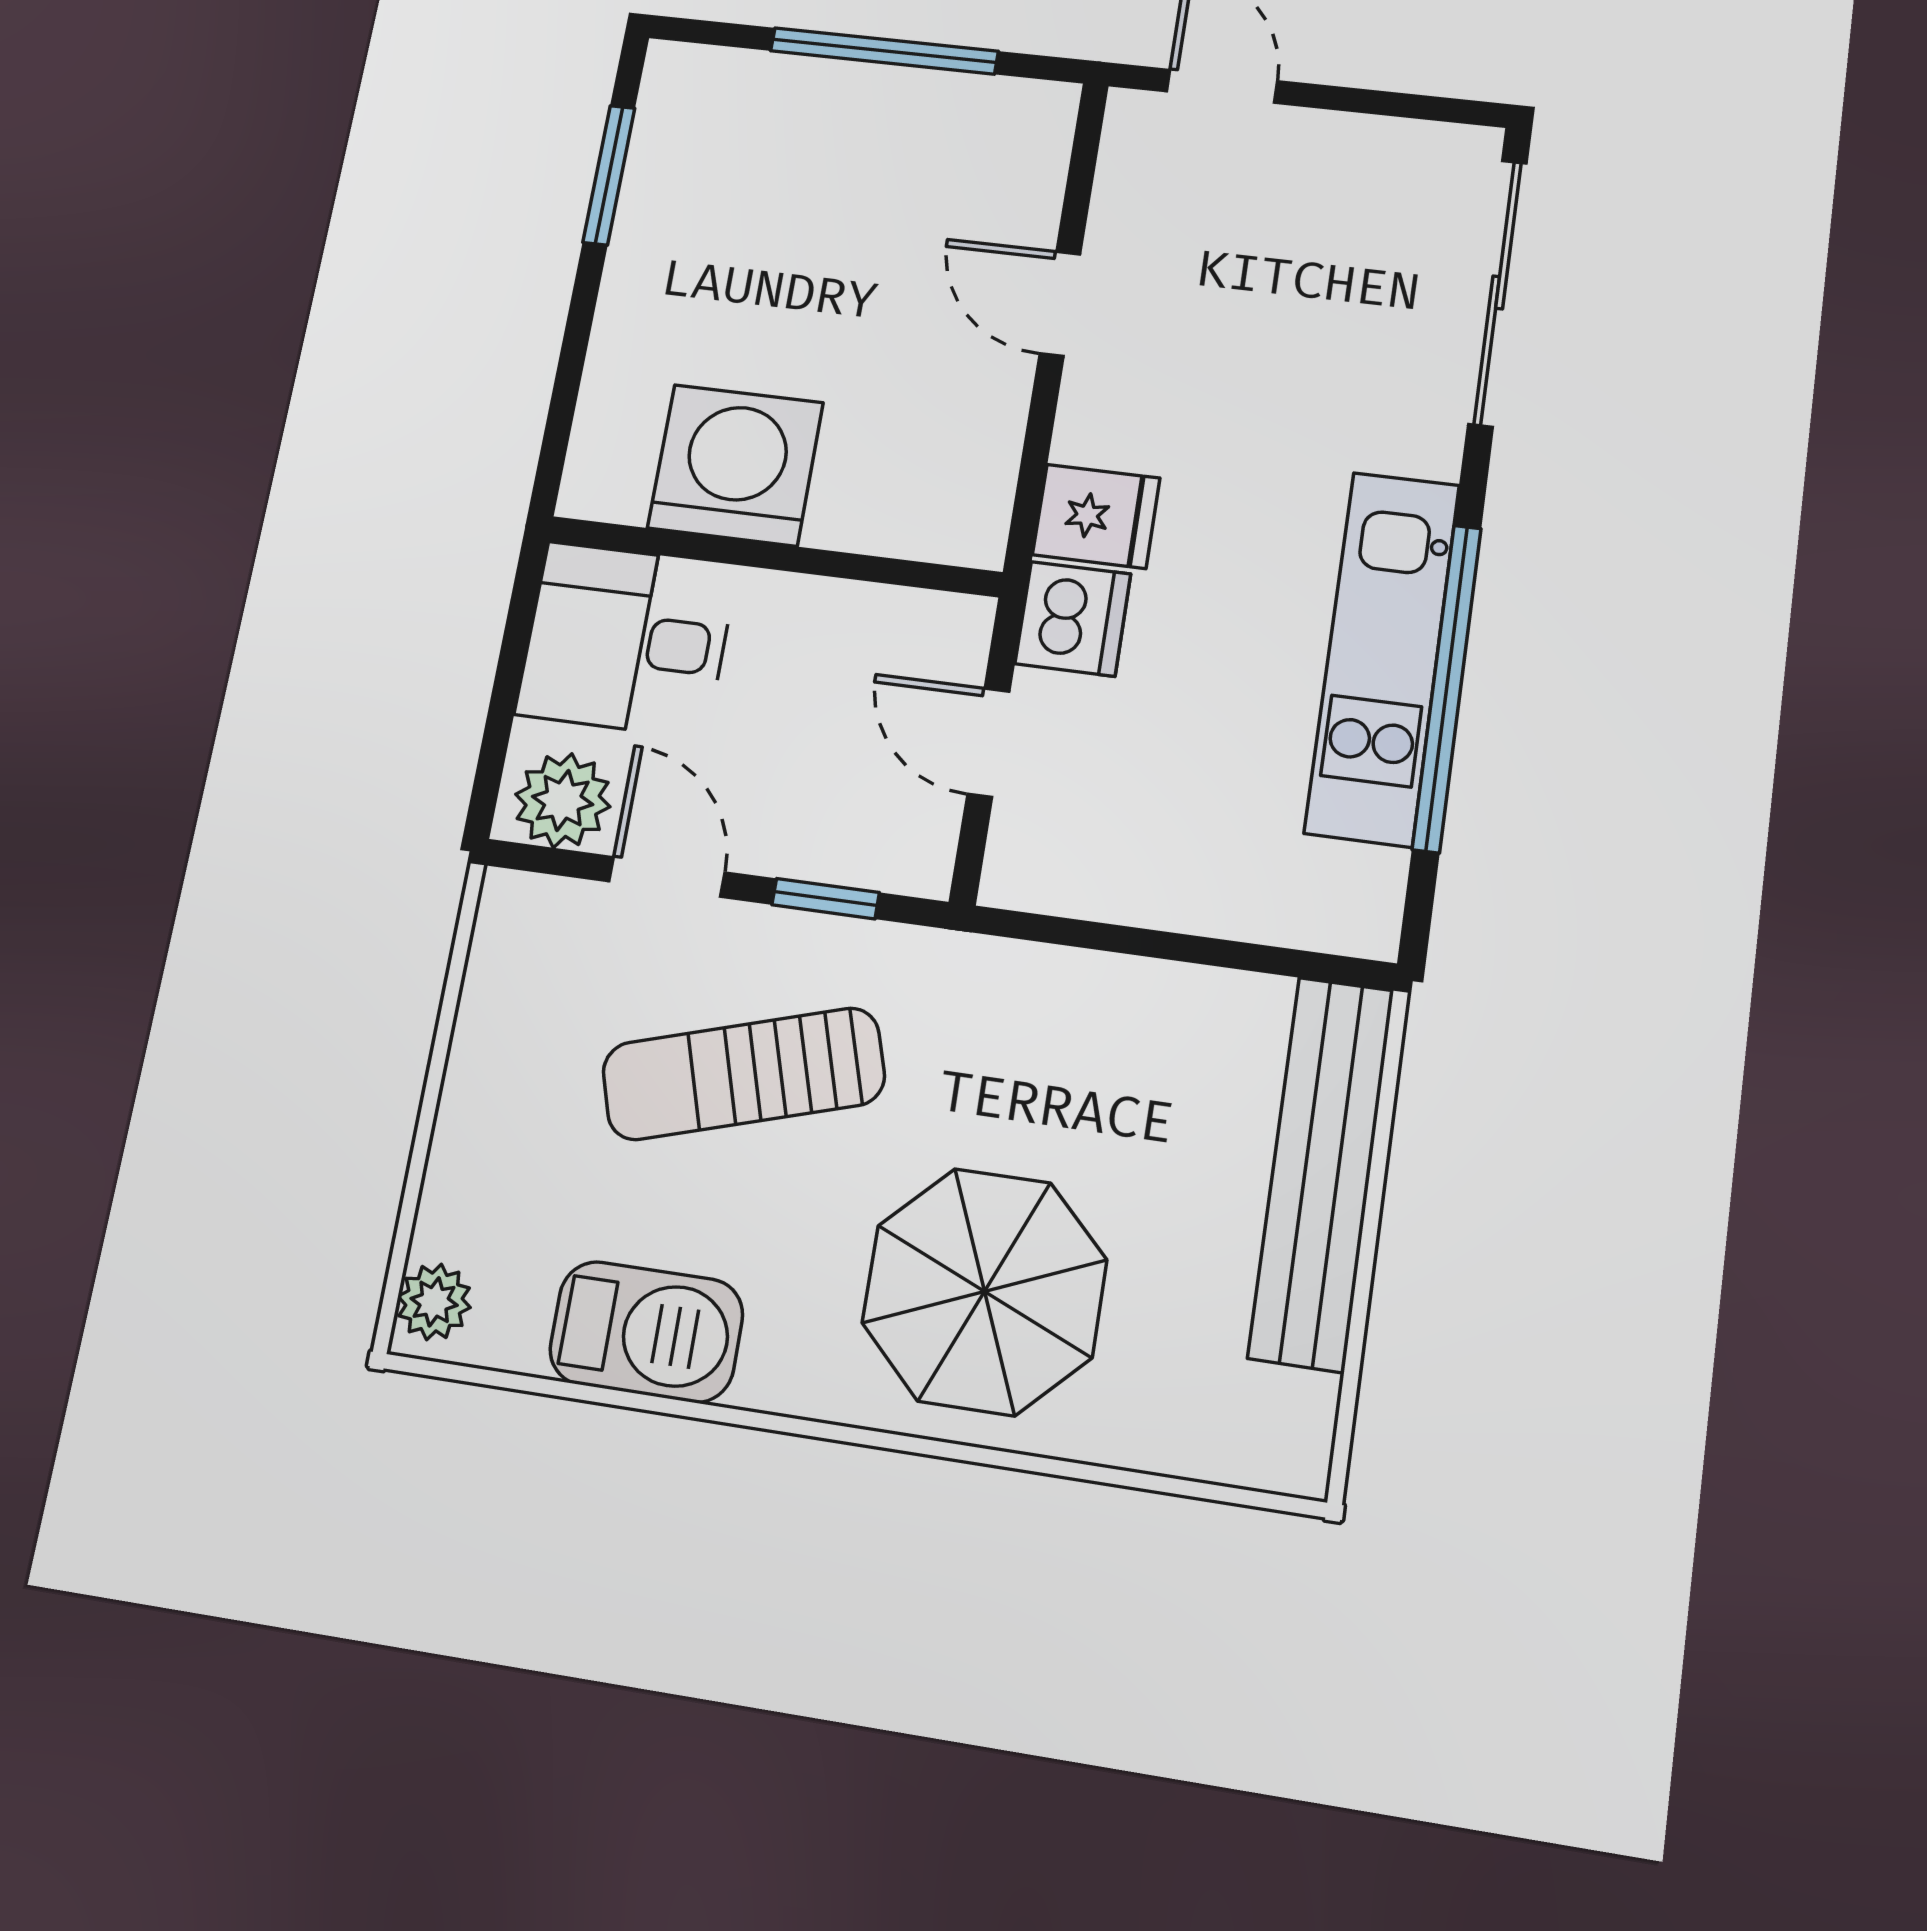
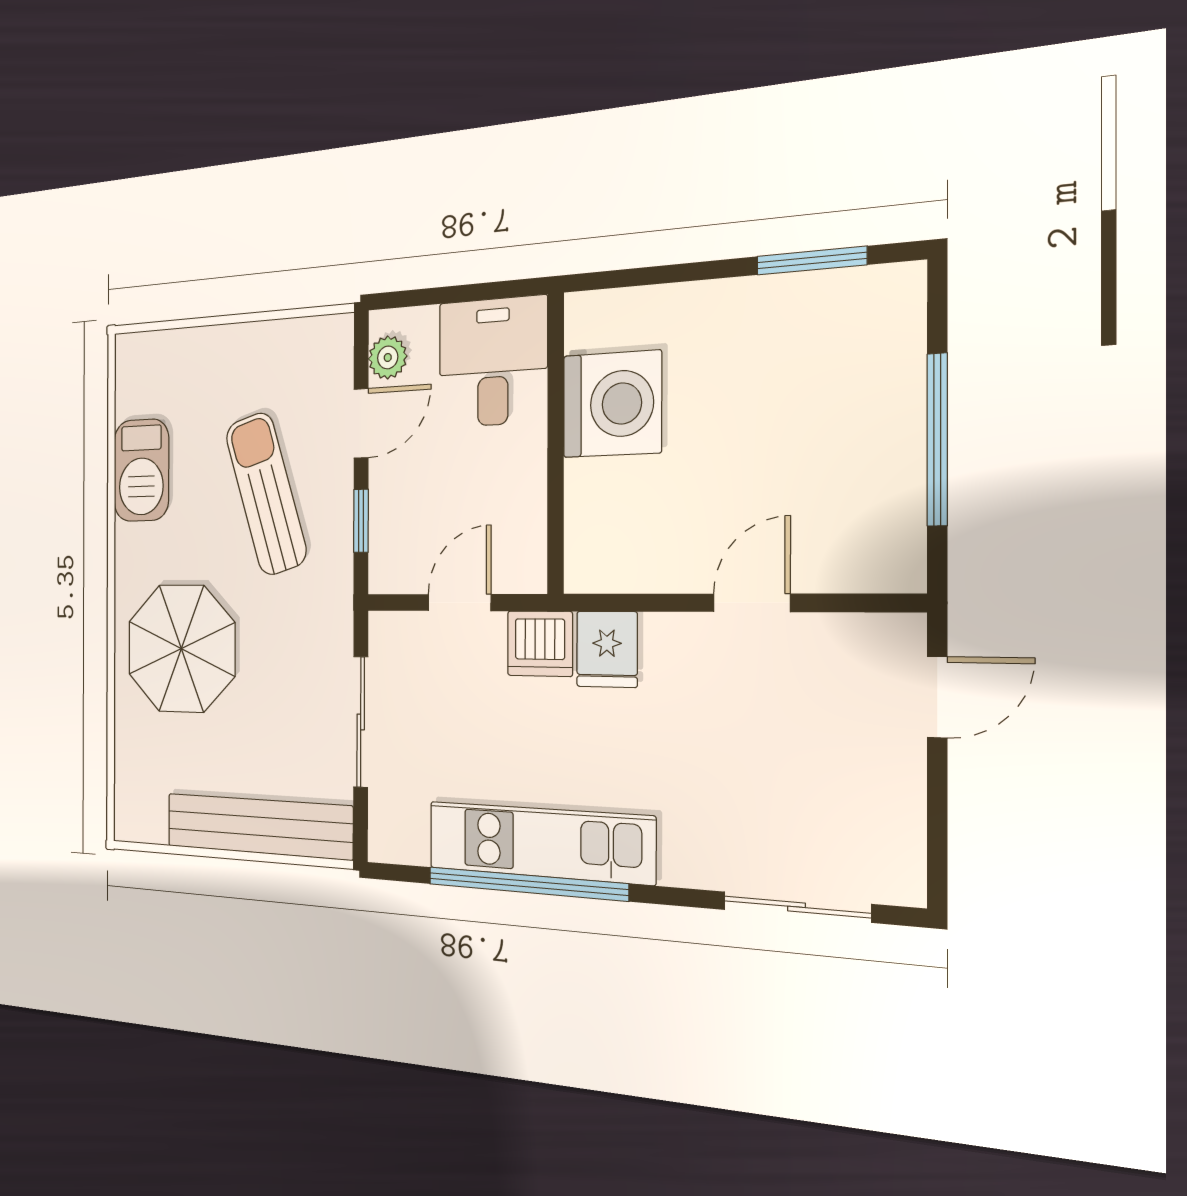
sliding door: (1498, 292) -> (796, 907), width x0.73
plant: (563, 801) -> (388, 357), width x0.73, depth x0.73
sliding door: (1159, 945) -> (361, 722), added
plant: (434, 1302) -> (140, 352), removed

